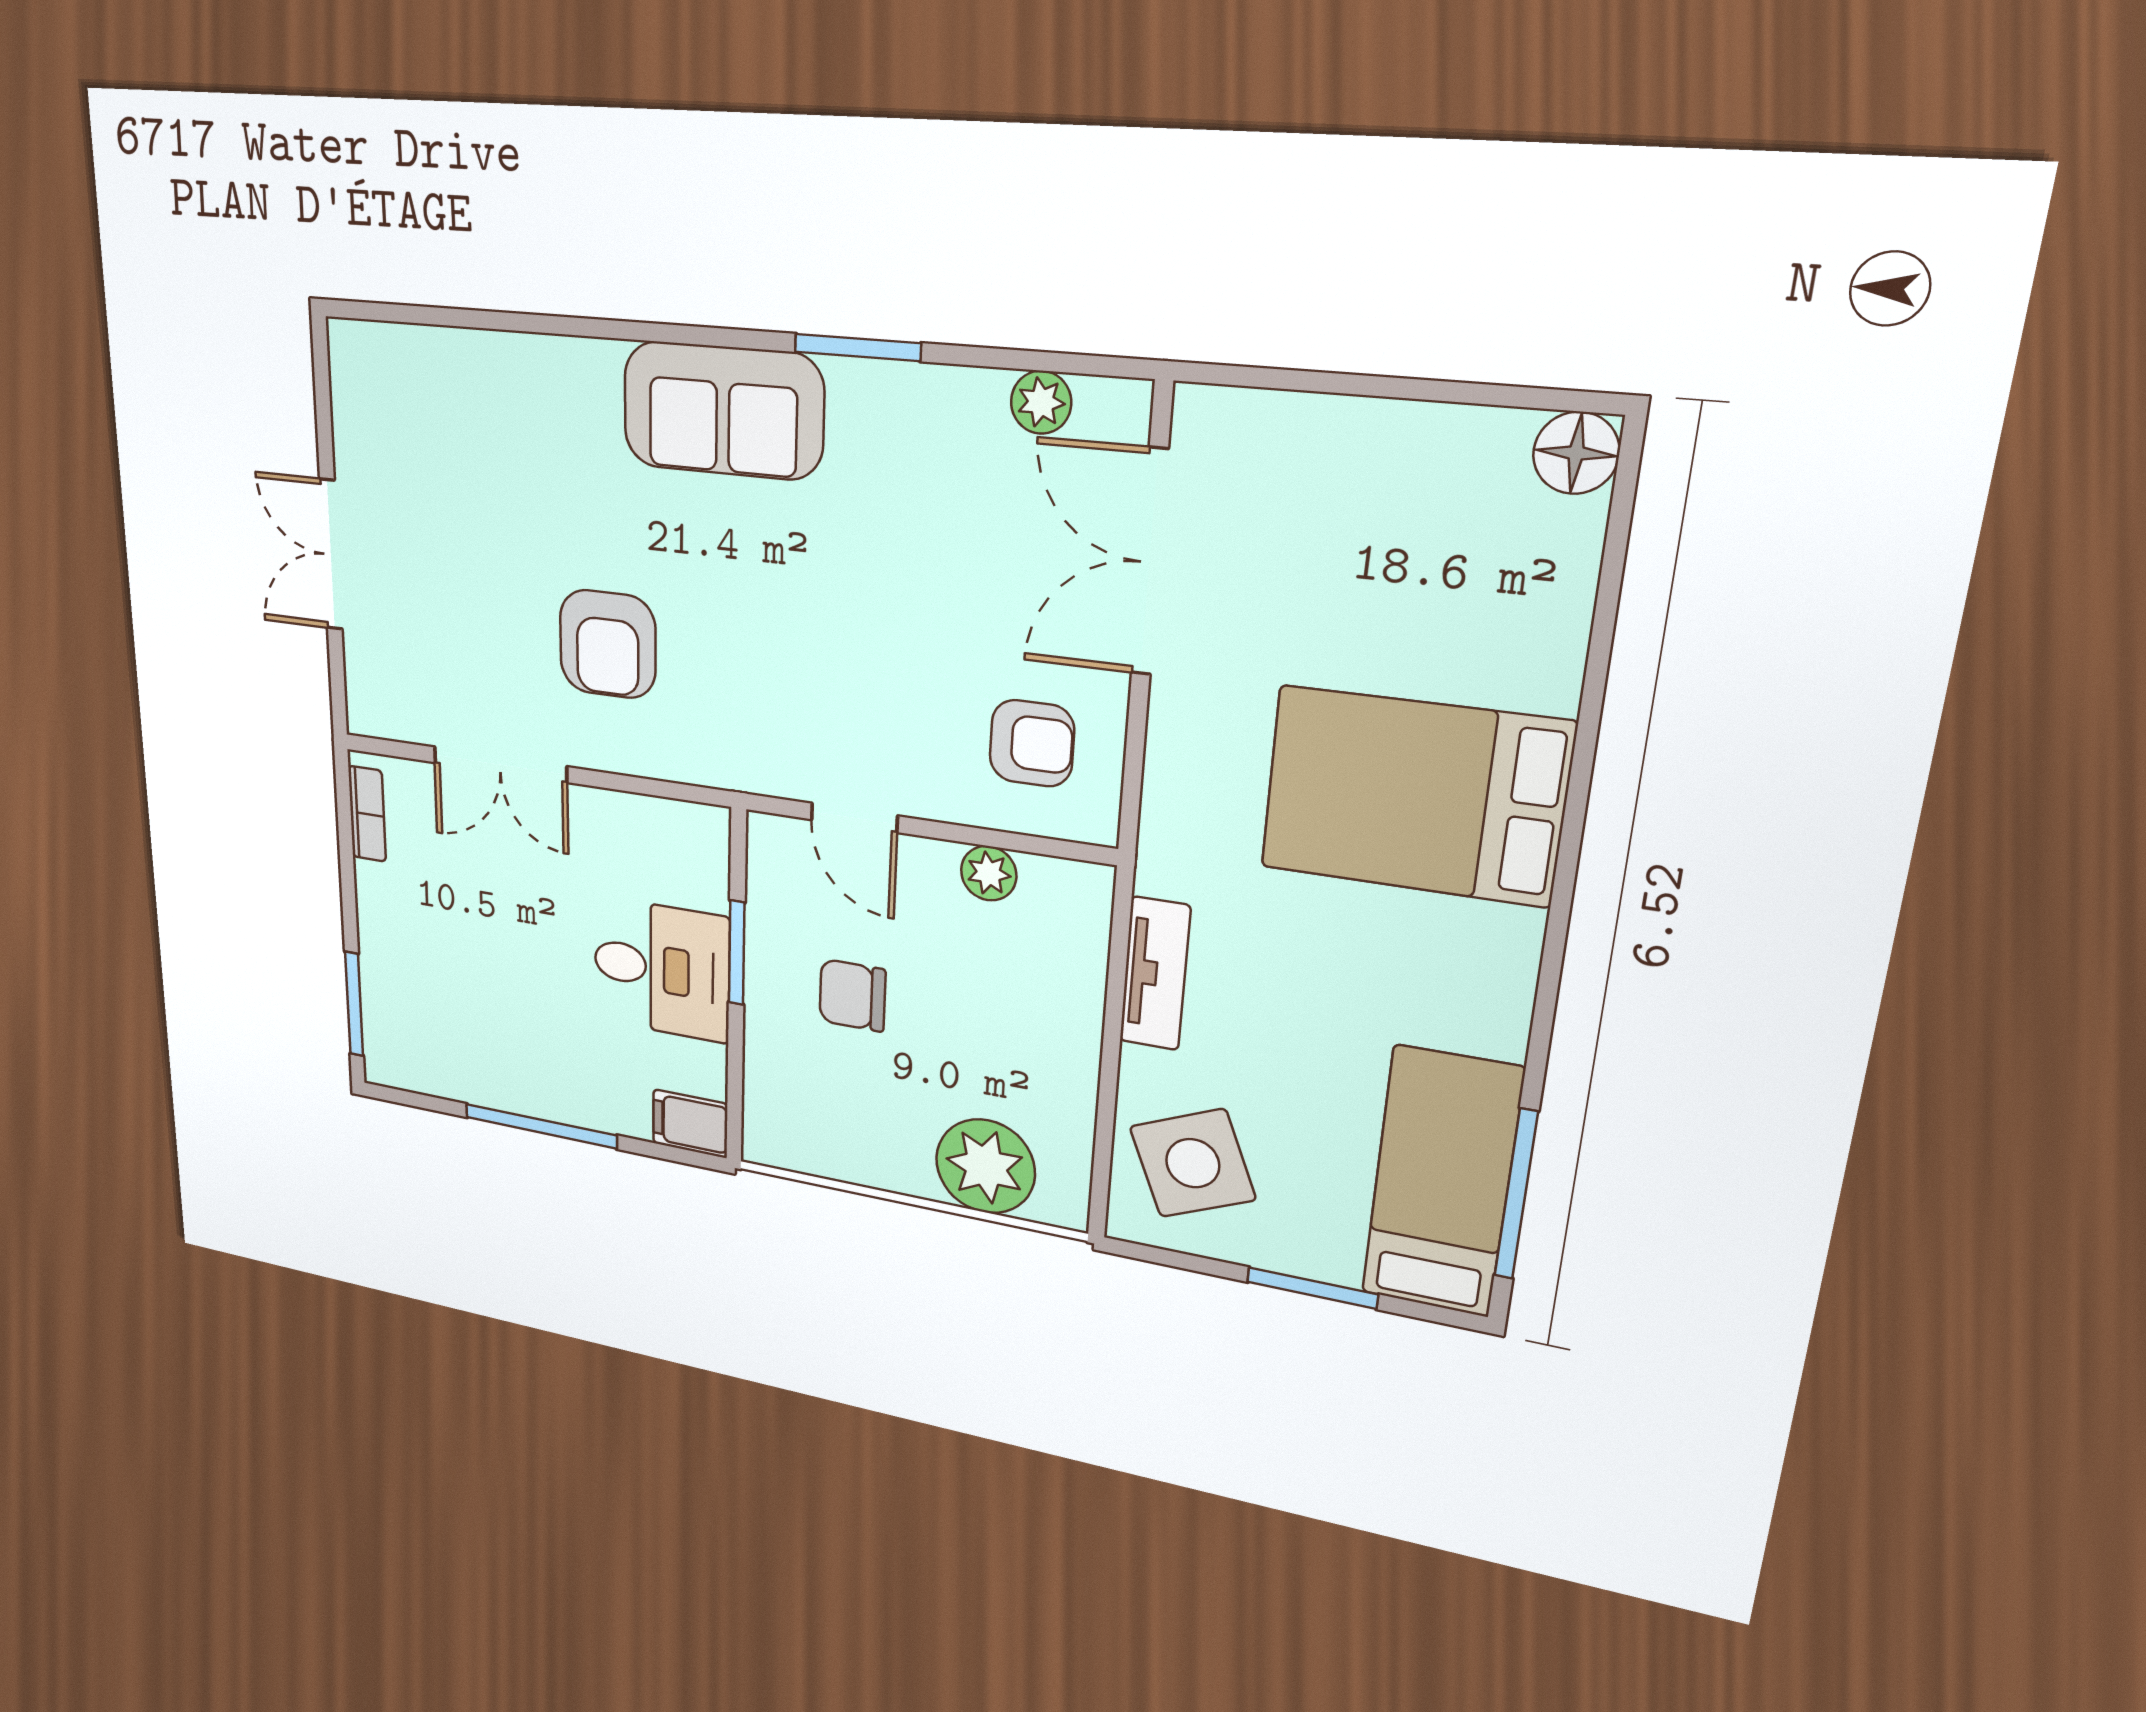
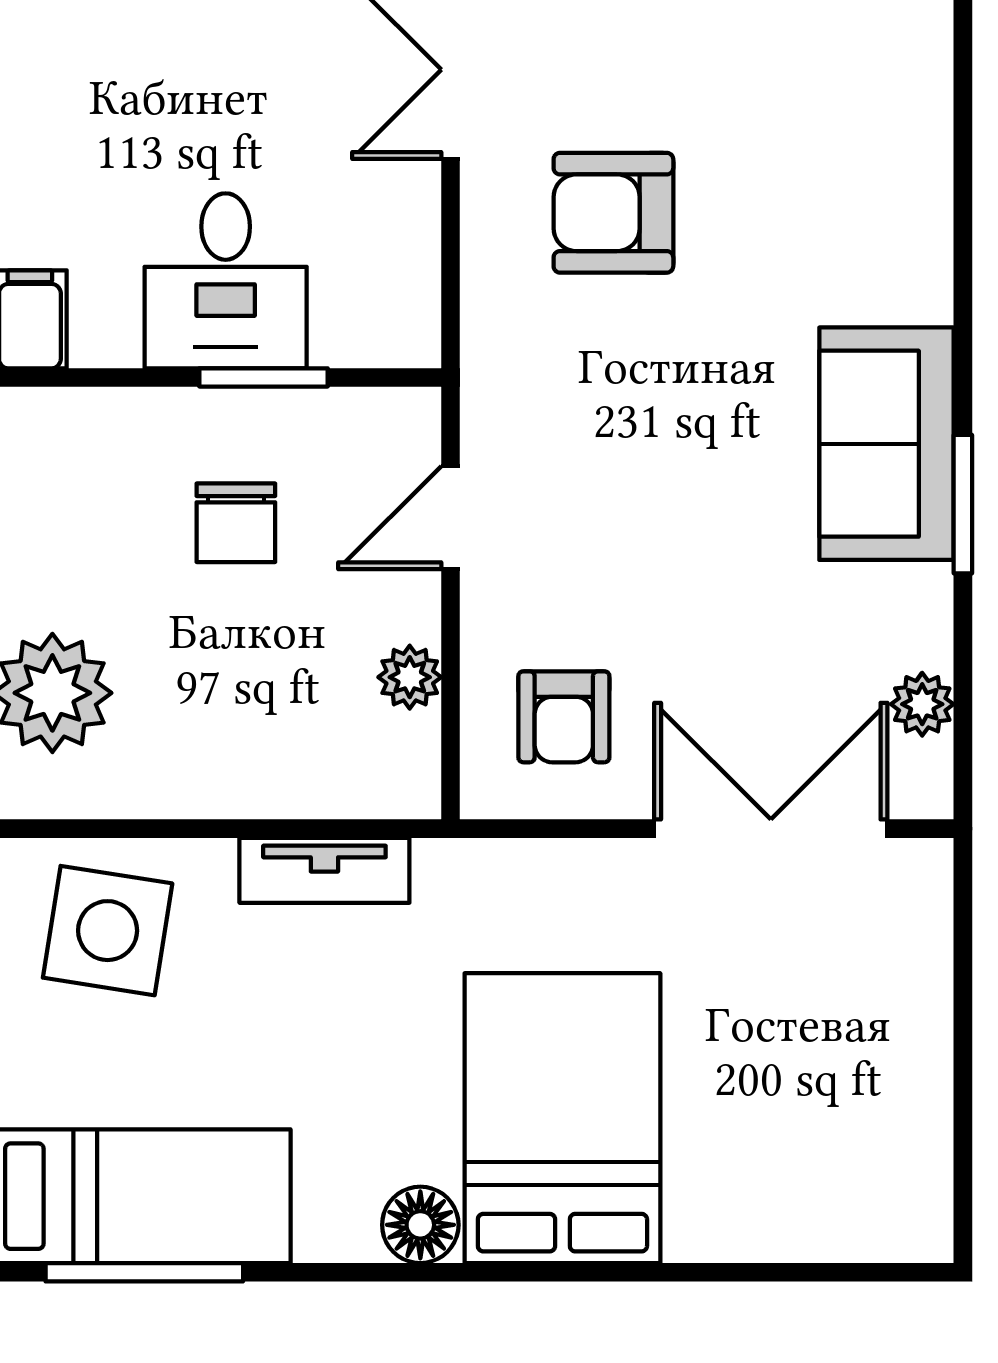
sofa: (723, 410) -> (887, 444), moved
floor lamp: (1576, 453) -> (420, 1225), moved
chair: (852, 995) -> (236, 523), turned 180
side table: (1193, 1163) -> (108, 931), turned 32

